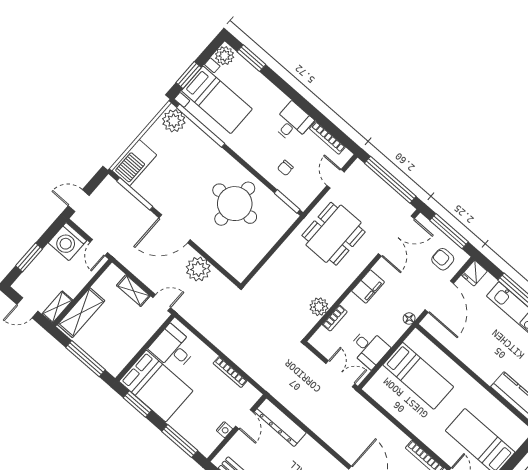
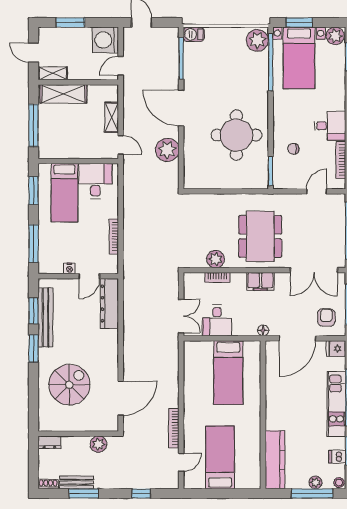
barbecue: (134, 163) -> (194, 34), width x0.53, depth x0.65
dining table: (334, 234) -> (260, 236), moved, turned 90
bed: (156, 386) -> (64, 193), width x0.67

